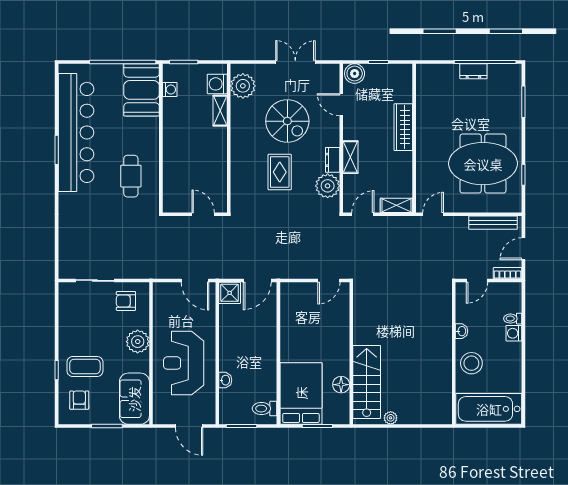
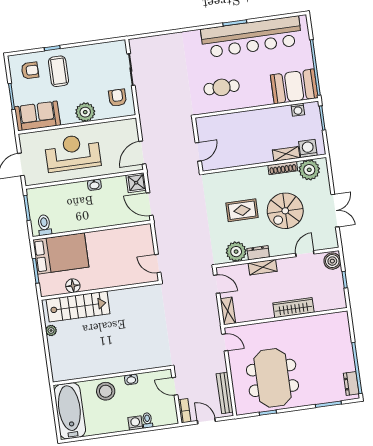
dresser: (473, 71) -> (351, 383), moved
shoe rack: (236, 117) -> (283, 168), added
washbasin: (225, 380) -> (94, 185), moved

